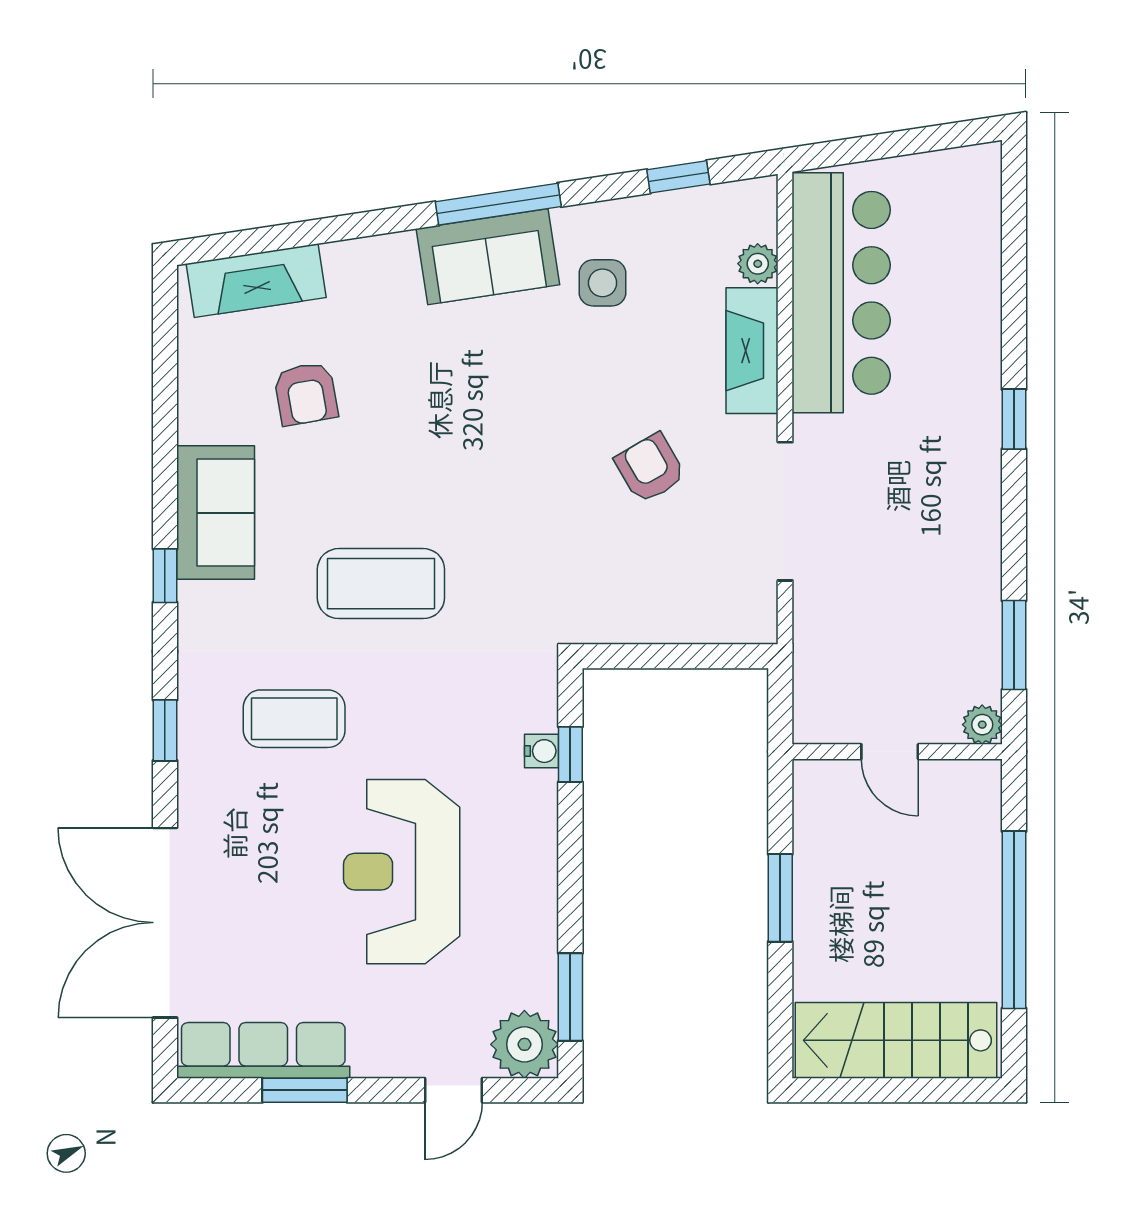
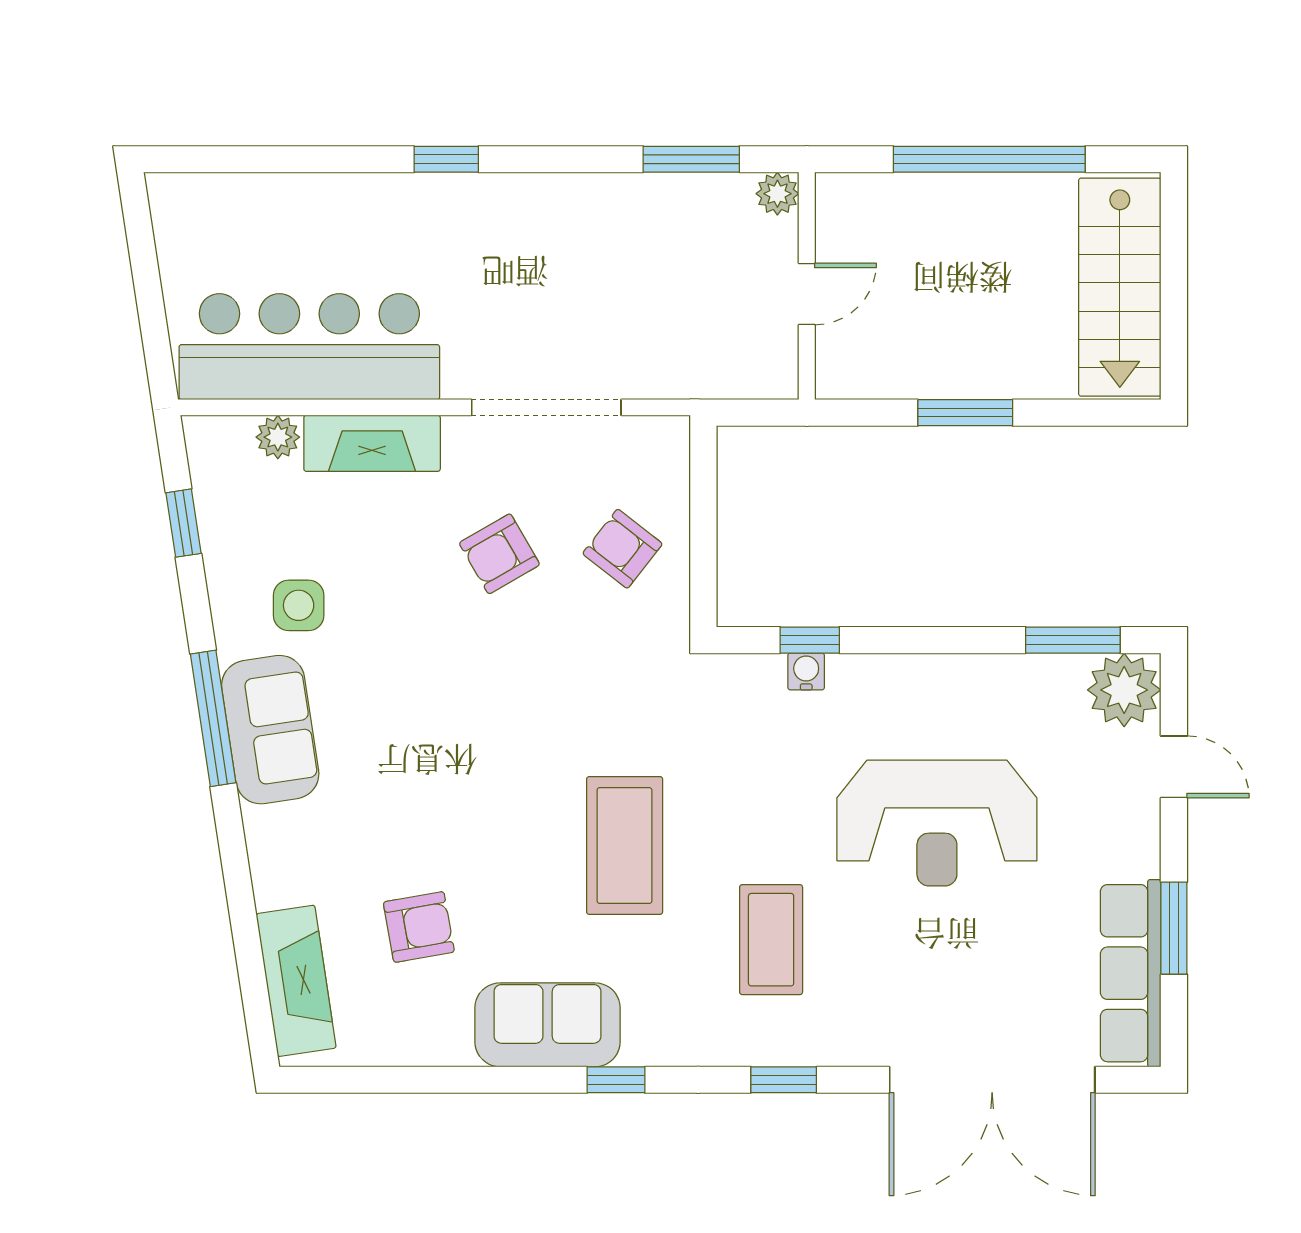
armchair: (655, 582) -> (622, 549), added

